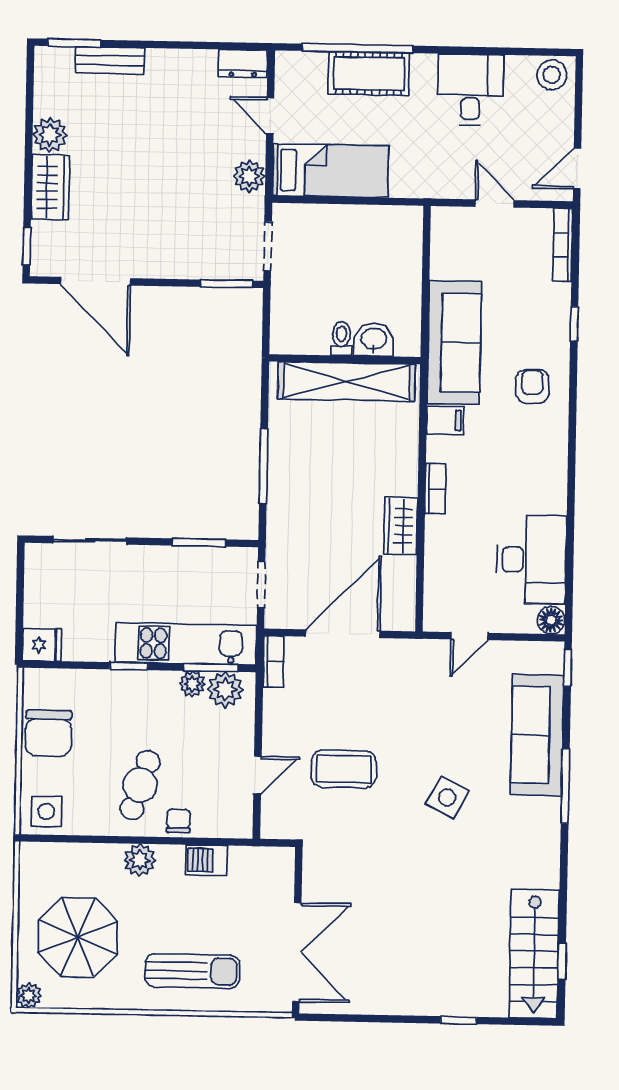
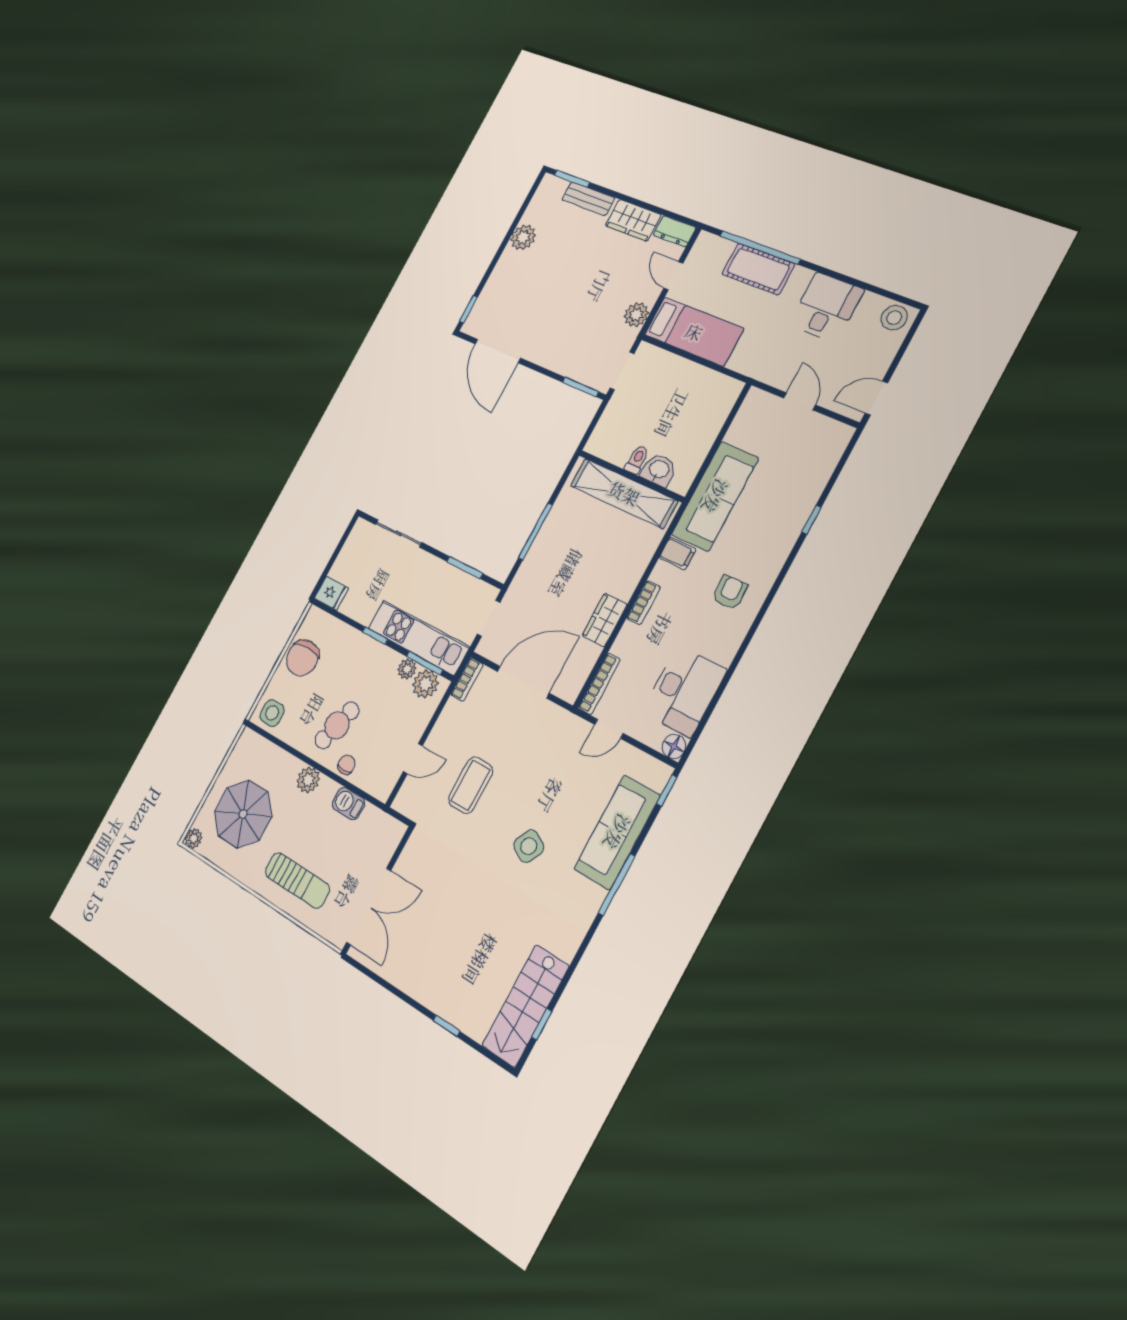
wardrobe: (50, 187) -> (633, 220), moved, turned 90
bookcase: (563, 245) -> (599, 684), moved, turned 180
armchair: (532, 386) -> (730, 592), moved
coffee table: (344, 769) -> (471, 785), turned 90

